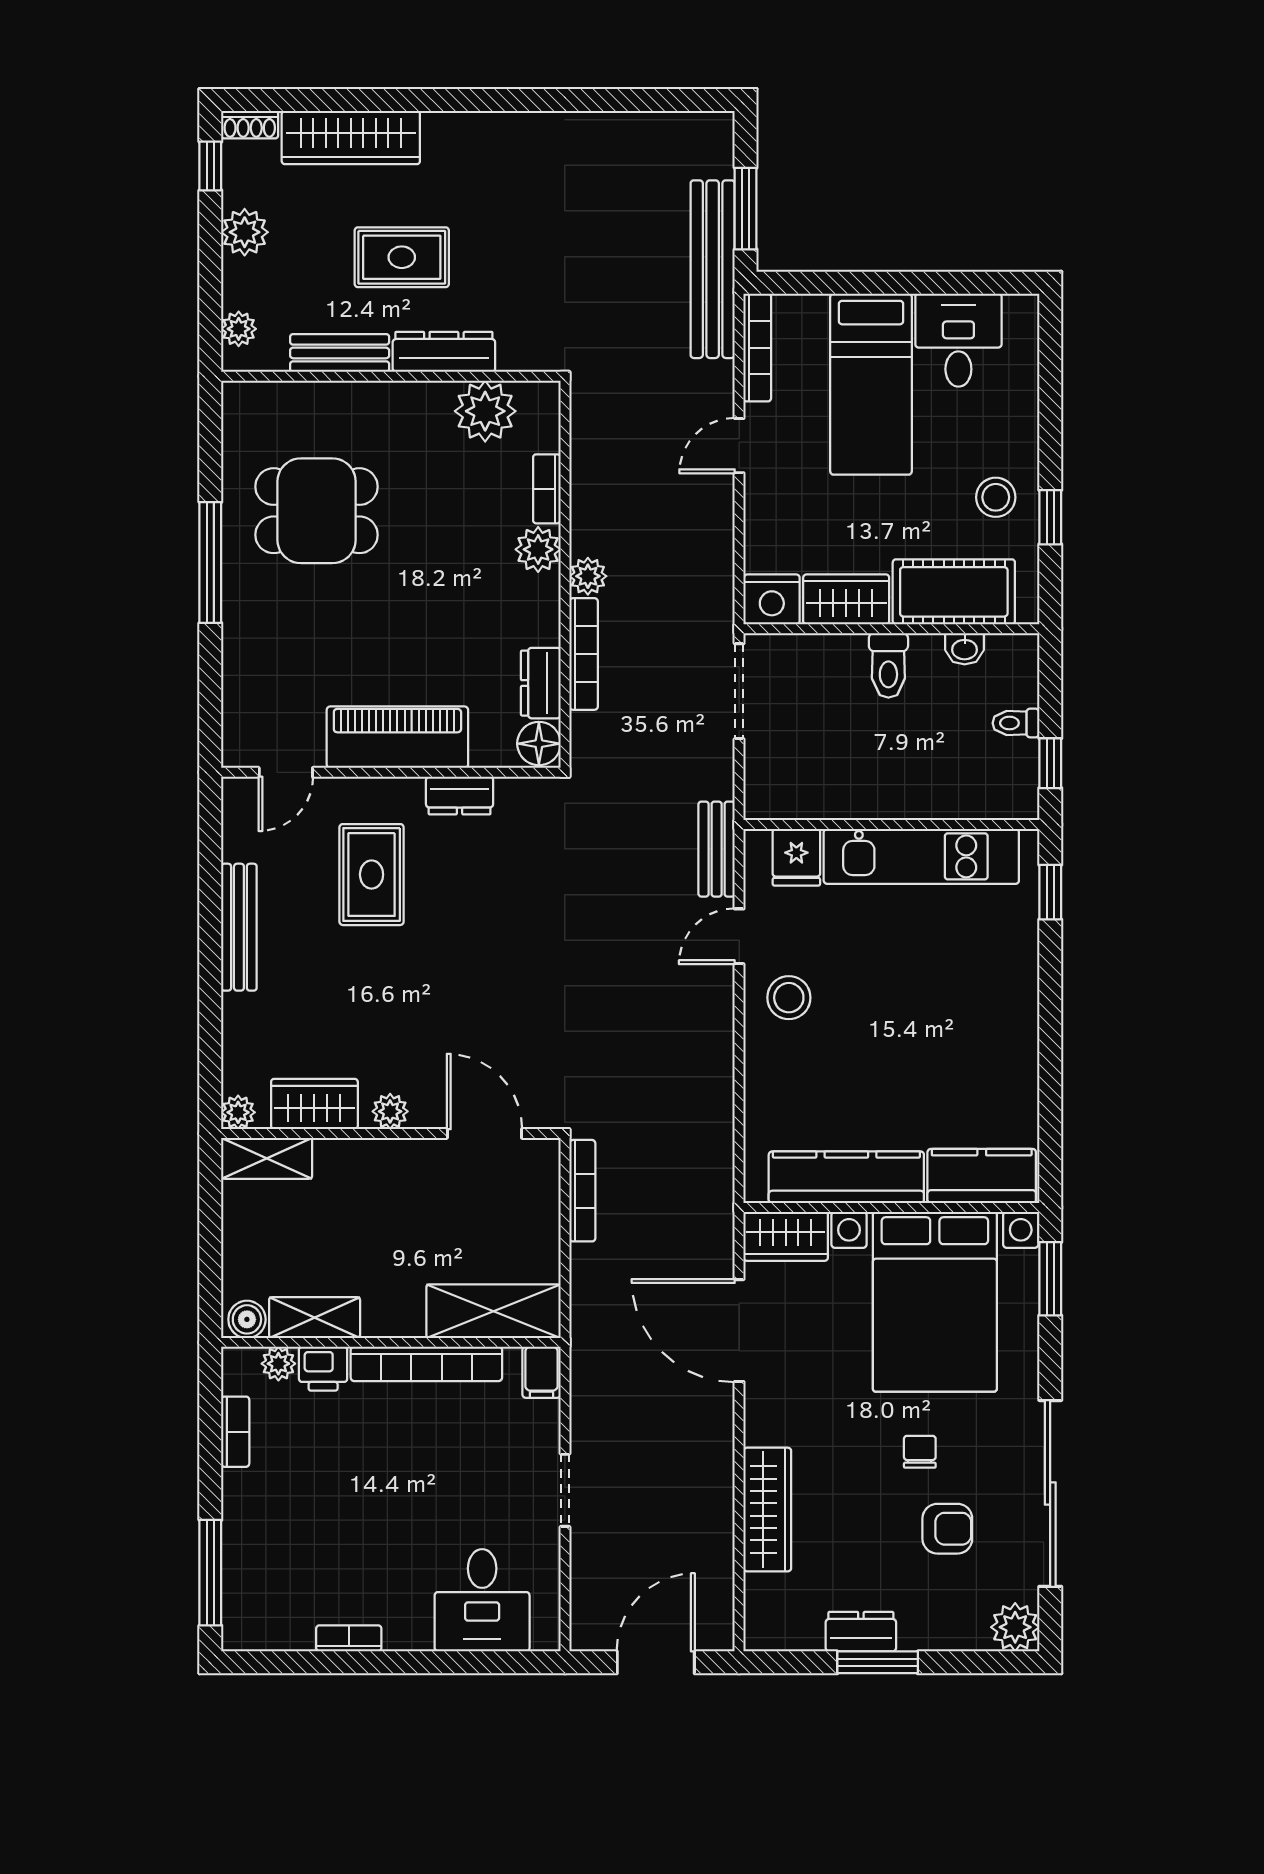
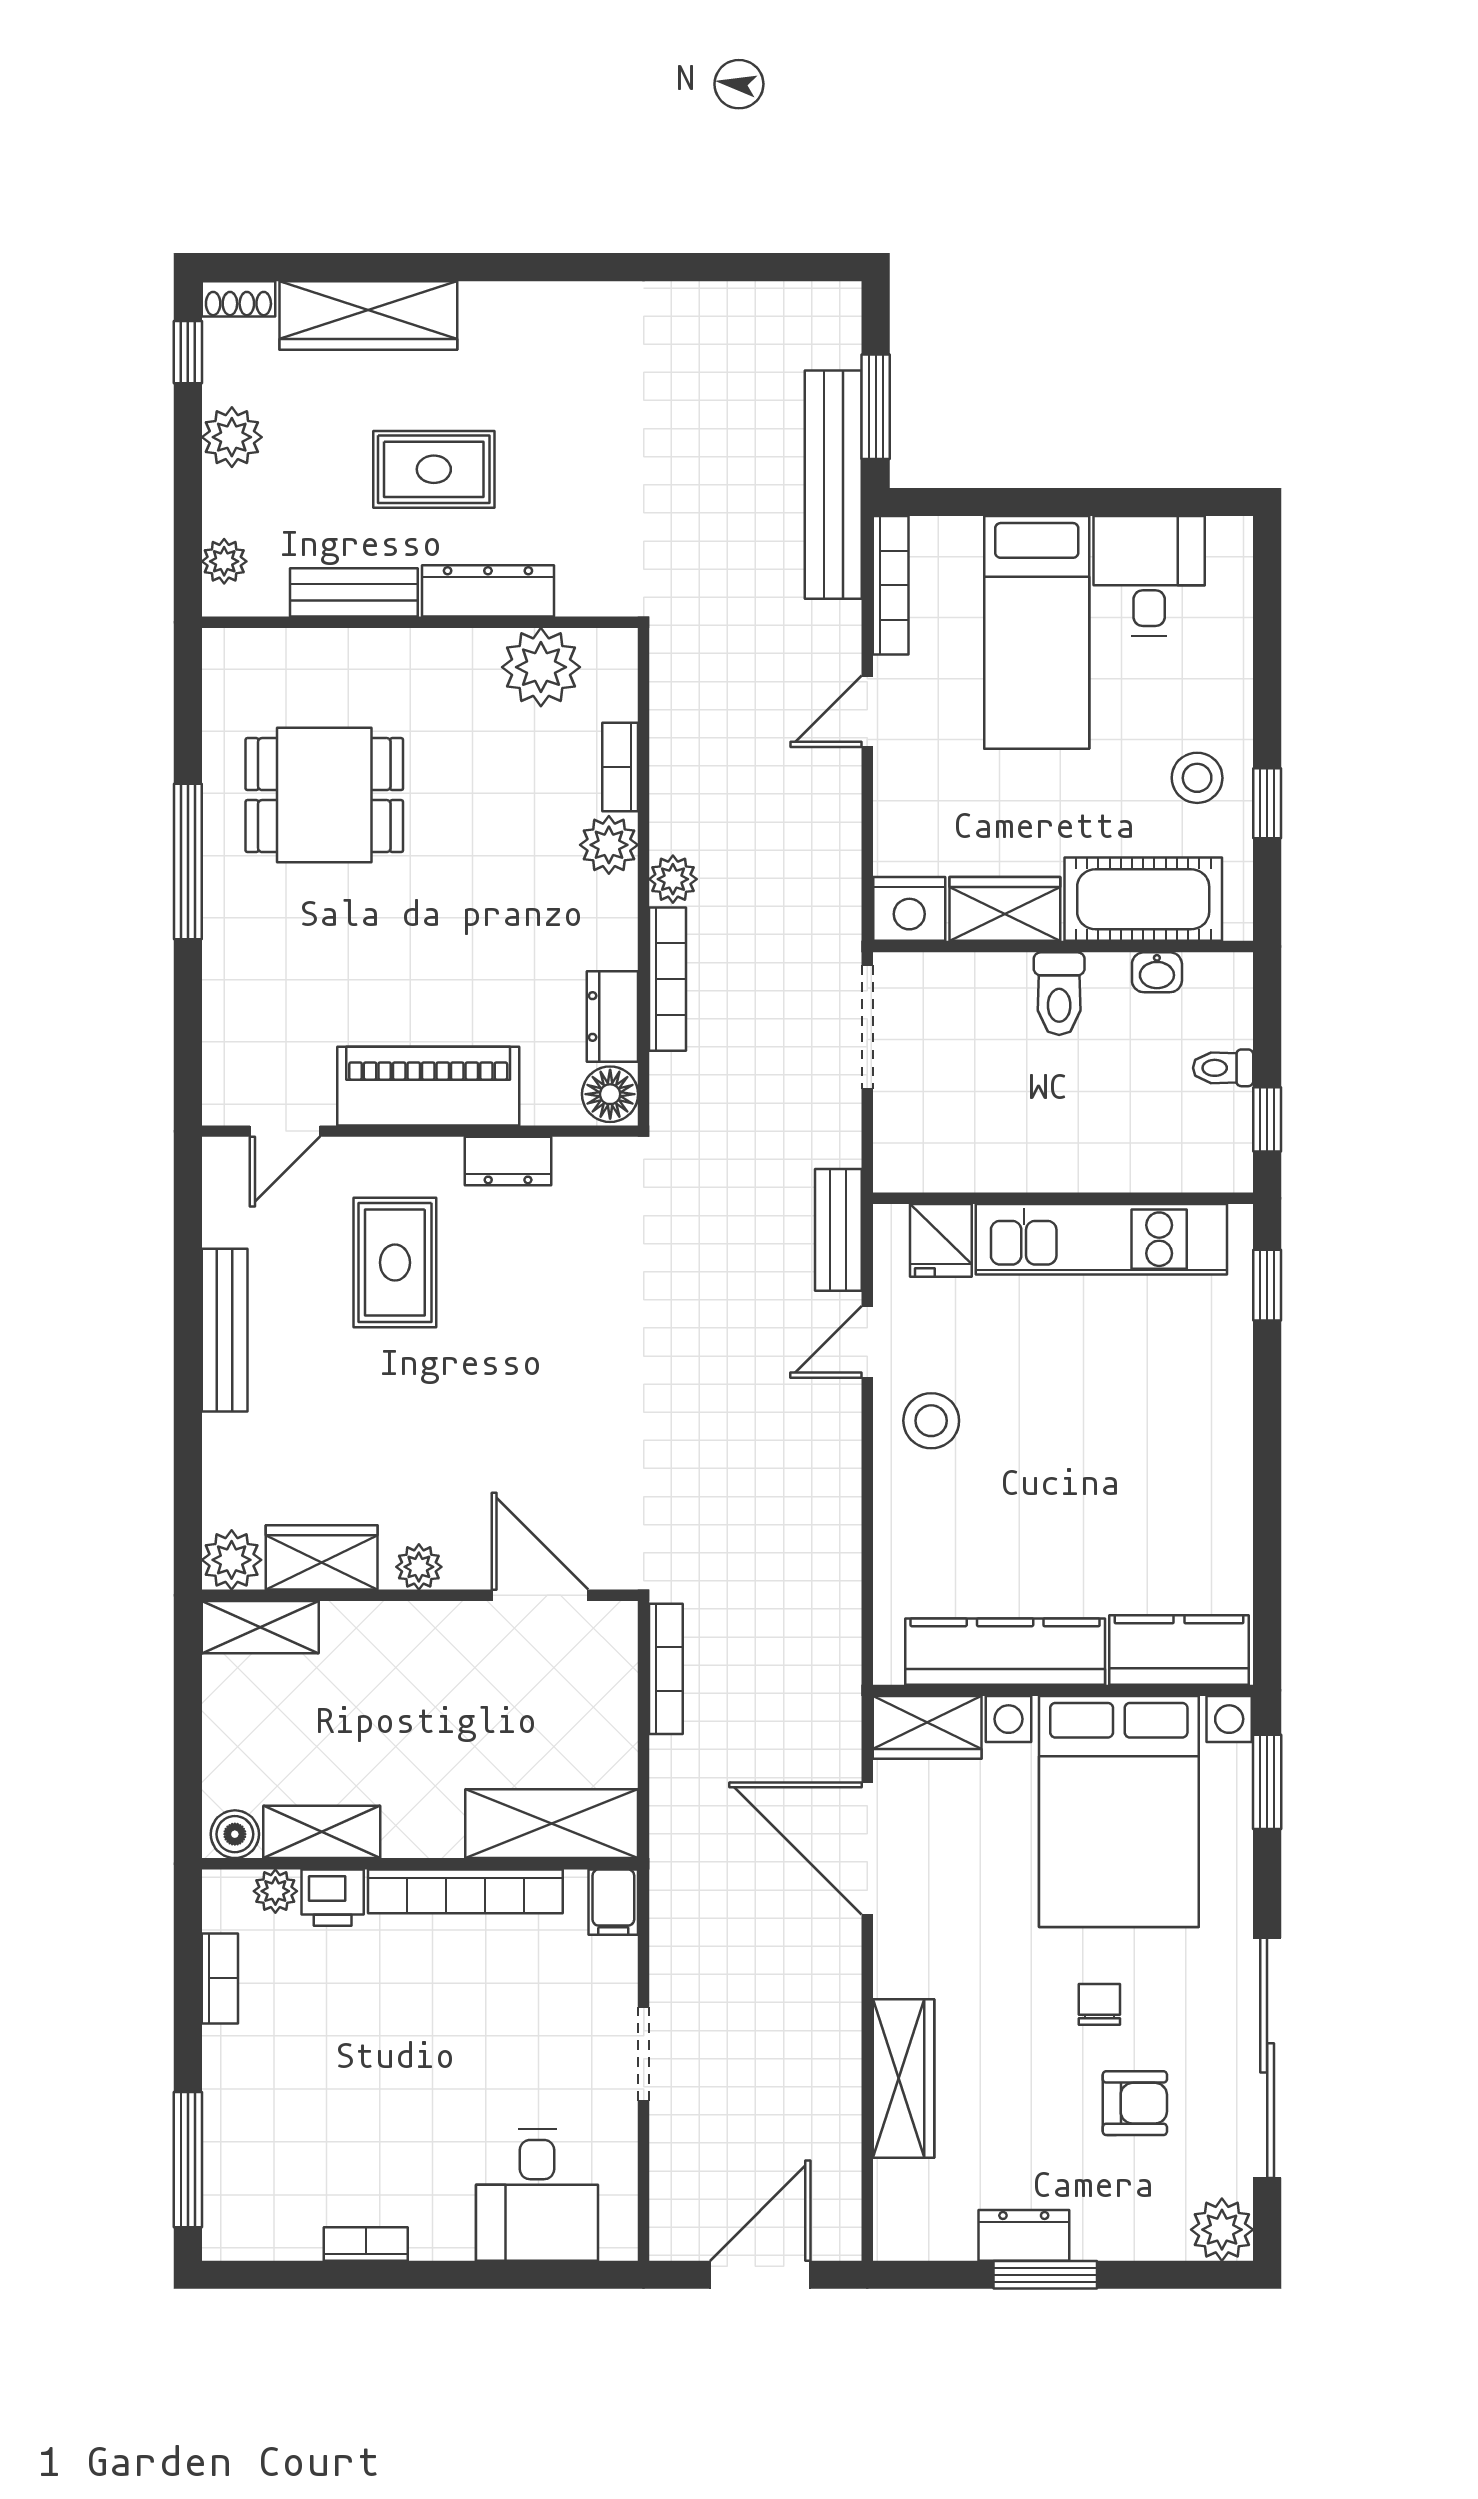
plant: (238, 1112) -> (232, 1560), width x1.38, depth x1.38

